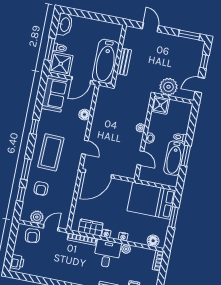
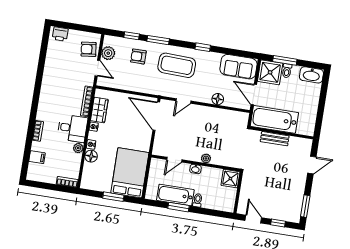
plant: (169, 87) -> (250, 186), removed
floor lamp: (153, 241) -> (91, 156), moved

